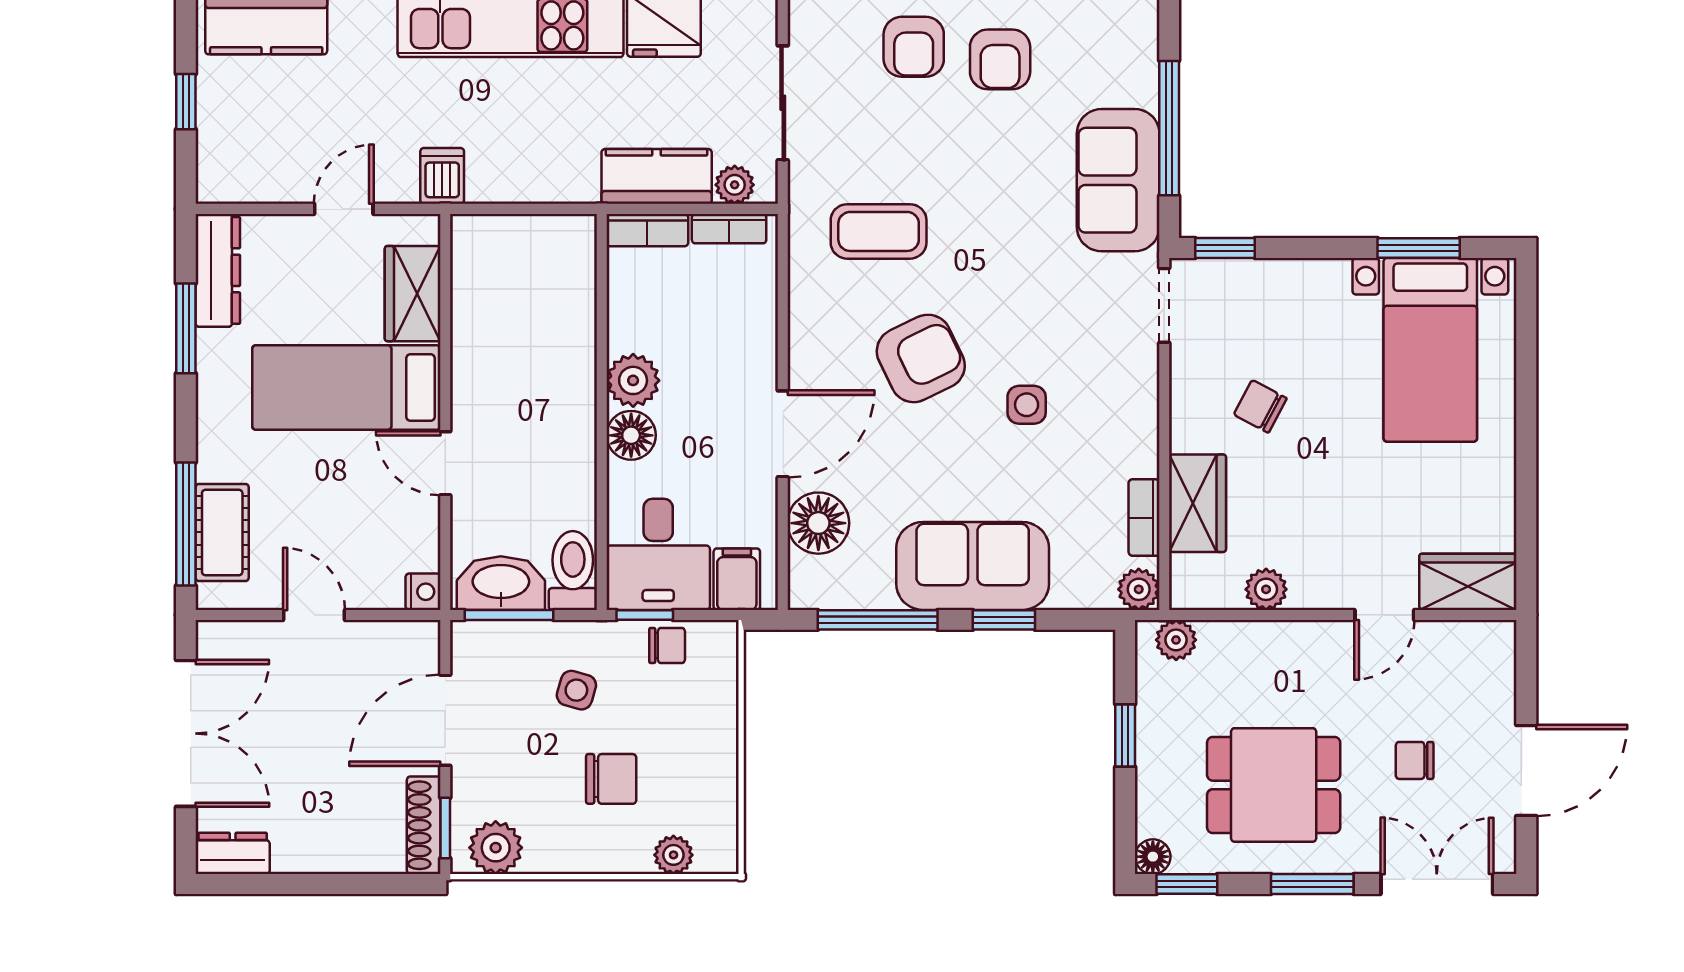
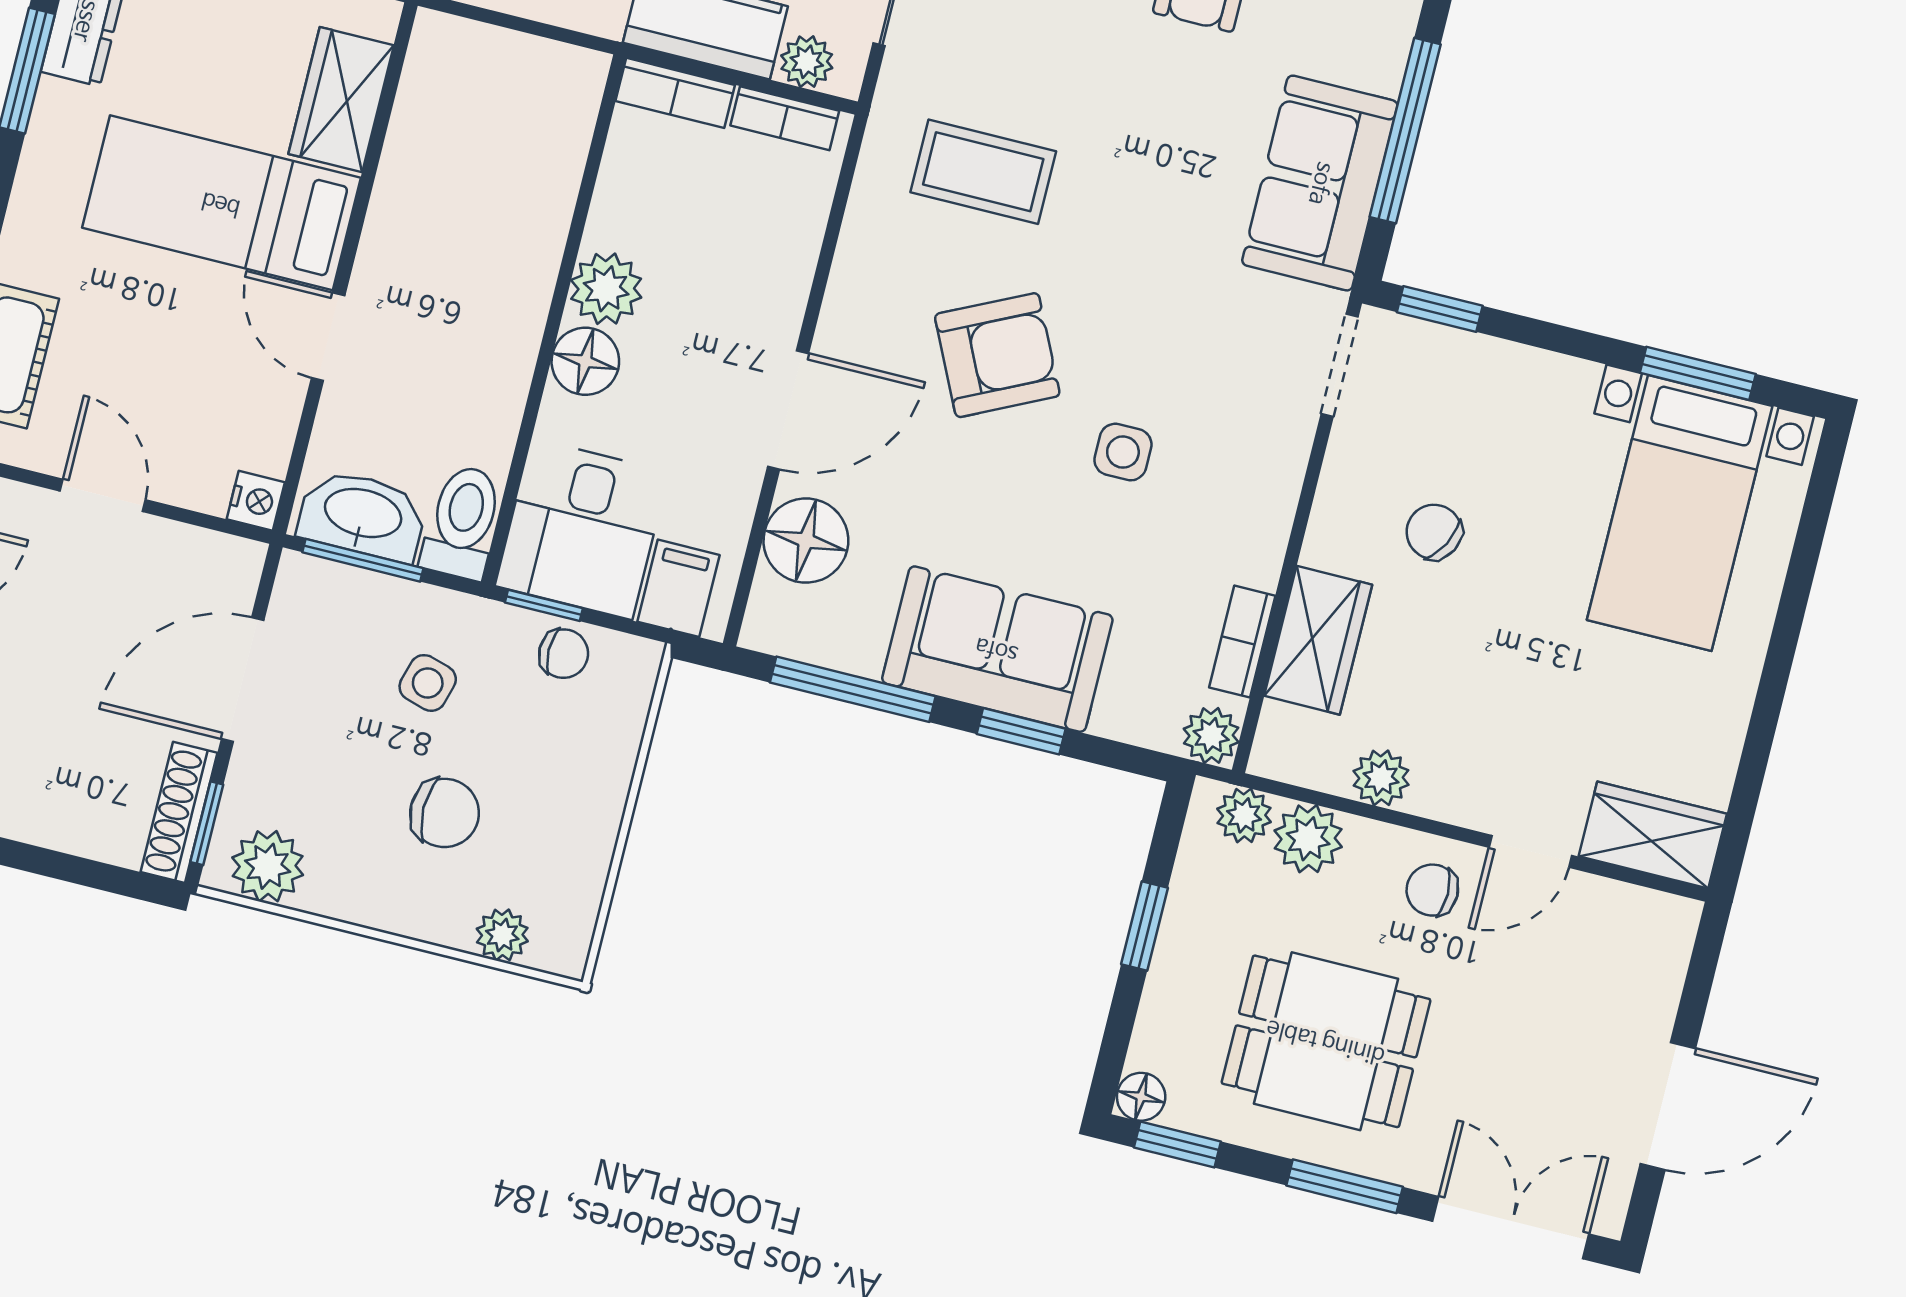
plant: (1225, 645) -> (1308, 839), added
chair: (1415, 760) -> (1432, 890), moved

